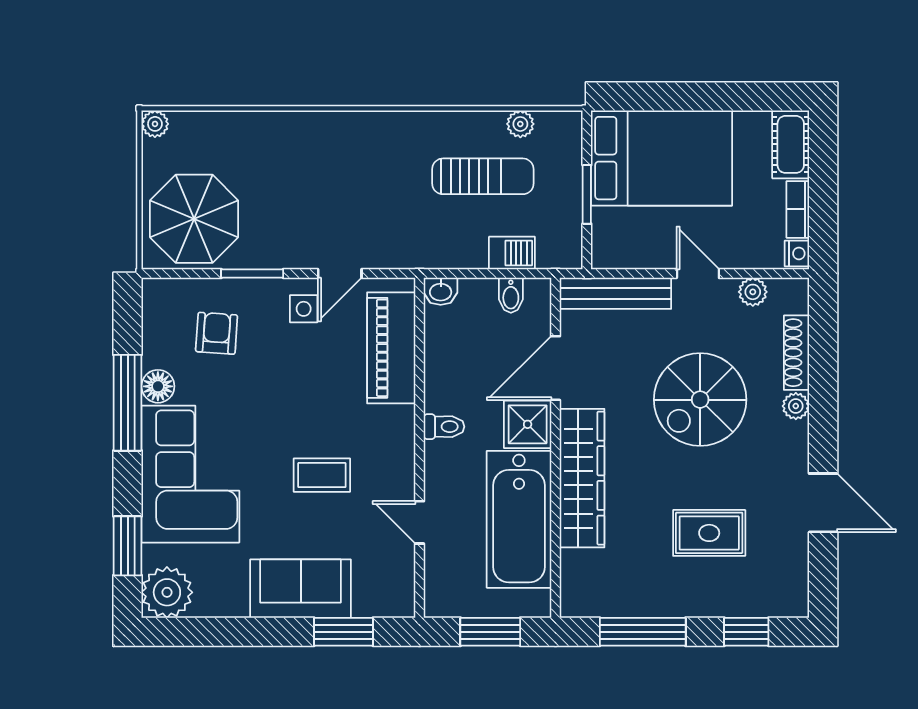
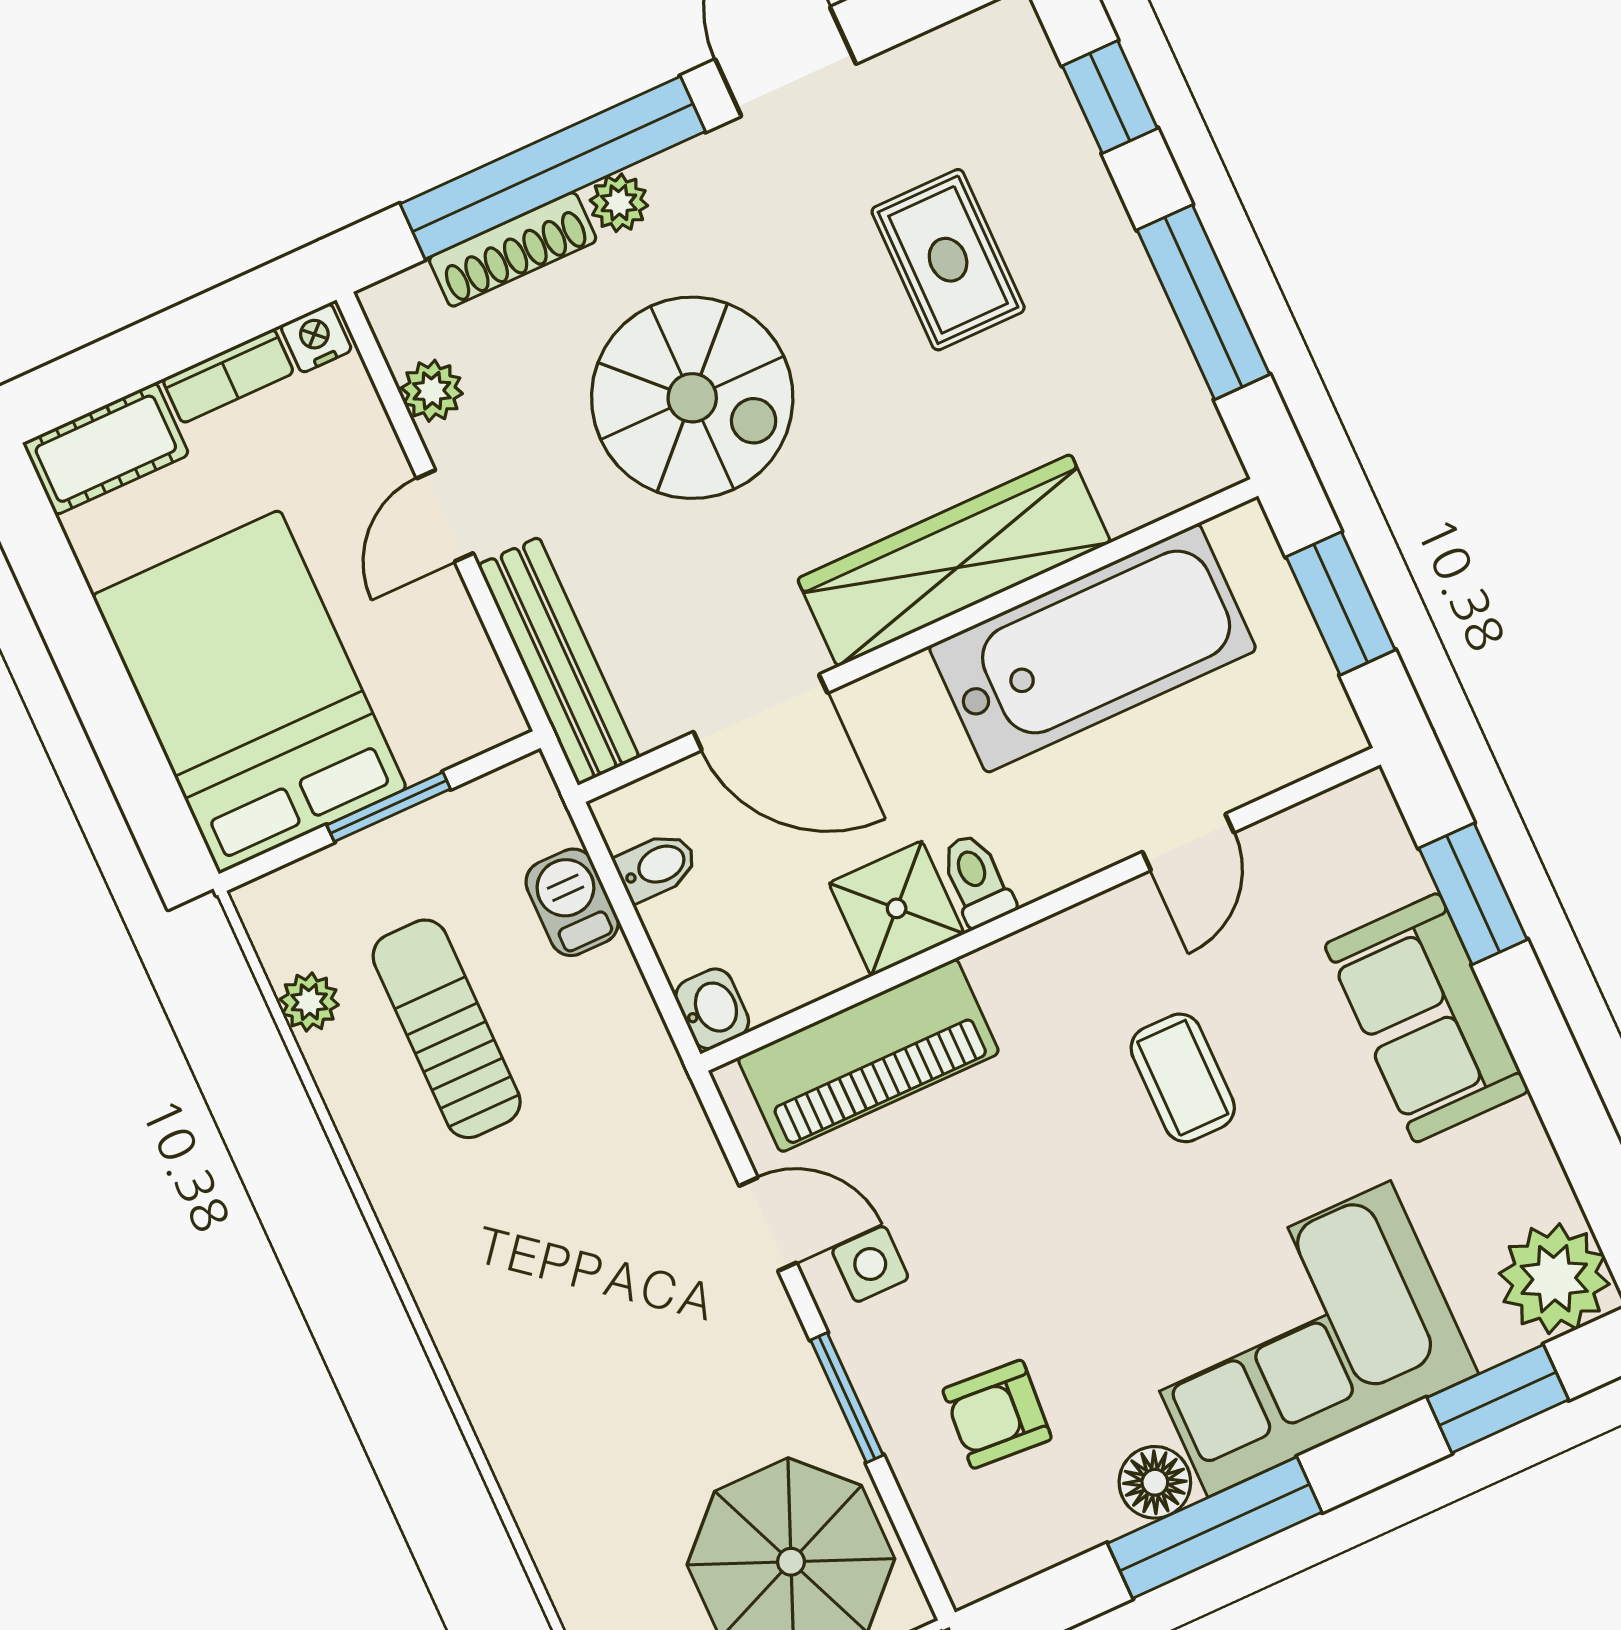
window: (823, 385) -> (553, 168), added
shower: (528, 424) -> (897, 908), moved

